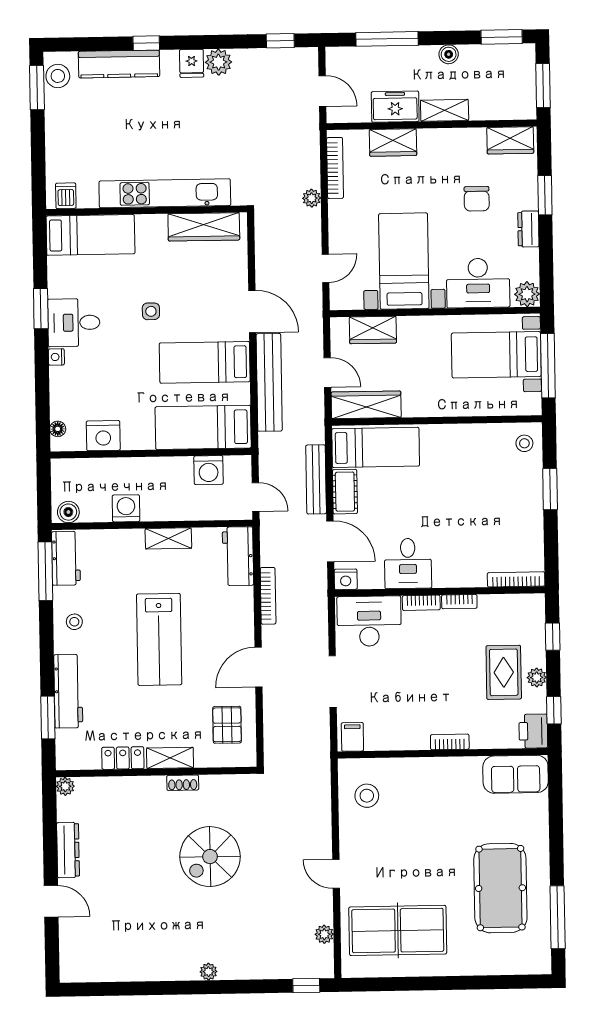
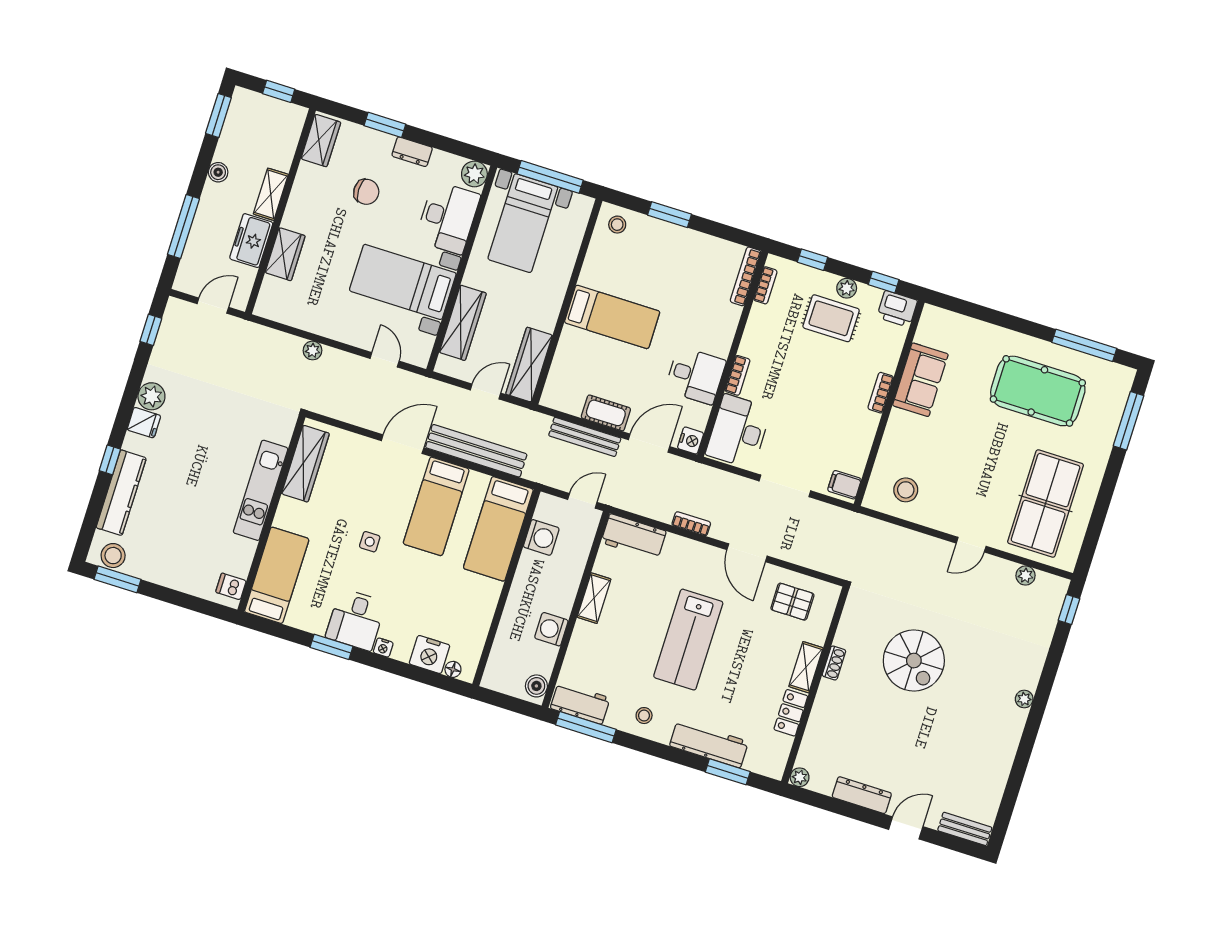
window: (543, 86) -> (279, 91), width x0.67
bookcase: (335, 168) -> (291, 318), removed
kitchen unit: (165, 193) -> (261, 490), width x0.73
wardrobe: (373, 330) -> (463, 323), width x1.50
nightstand: (103, 436) -> (430, 654), moved, turned 90
bed: (376, 447) -> (612, 317), moved, turned 90
bookcase: (268, 596) -> (691, 524), width x0.64
bookcase: (459, 602) -> (765, 285), moved
lab bench: (159, 639) -> (688, 640), turned 90
sofa: (516, 774) -> (920, 380), moved
bench: (69, 957) -> (965, 829), added
window: (501, 982) -> (1129, 421), added

